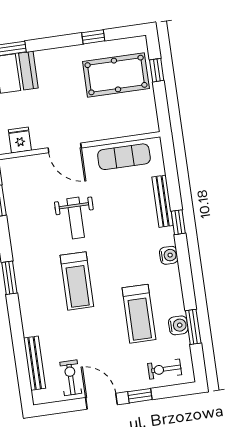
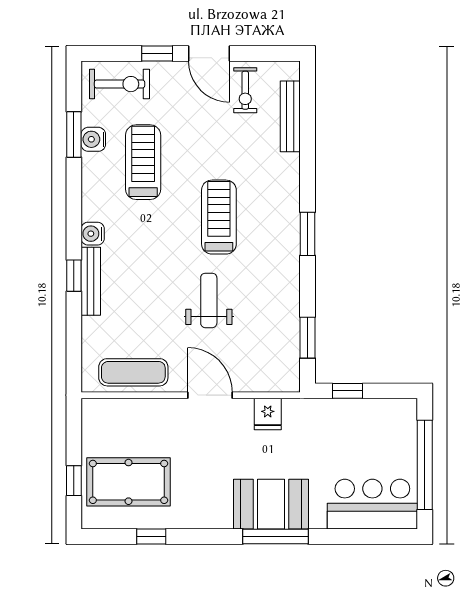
bench: (163, 201) -> (91, 281), moved
exercise bike: (165, 369) -> (120, 84), width x1.38, depth x1.39

